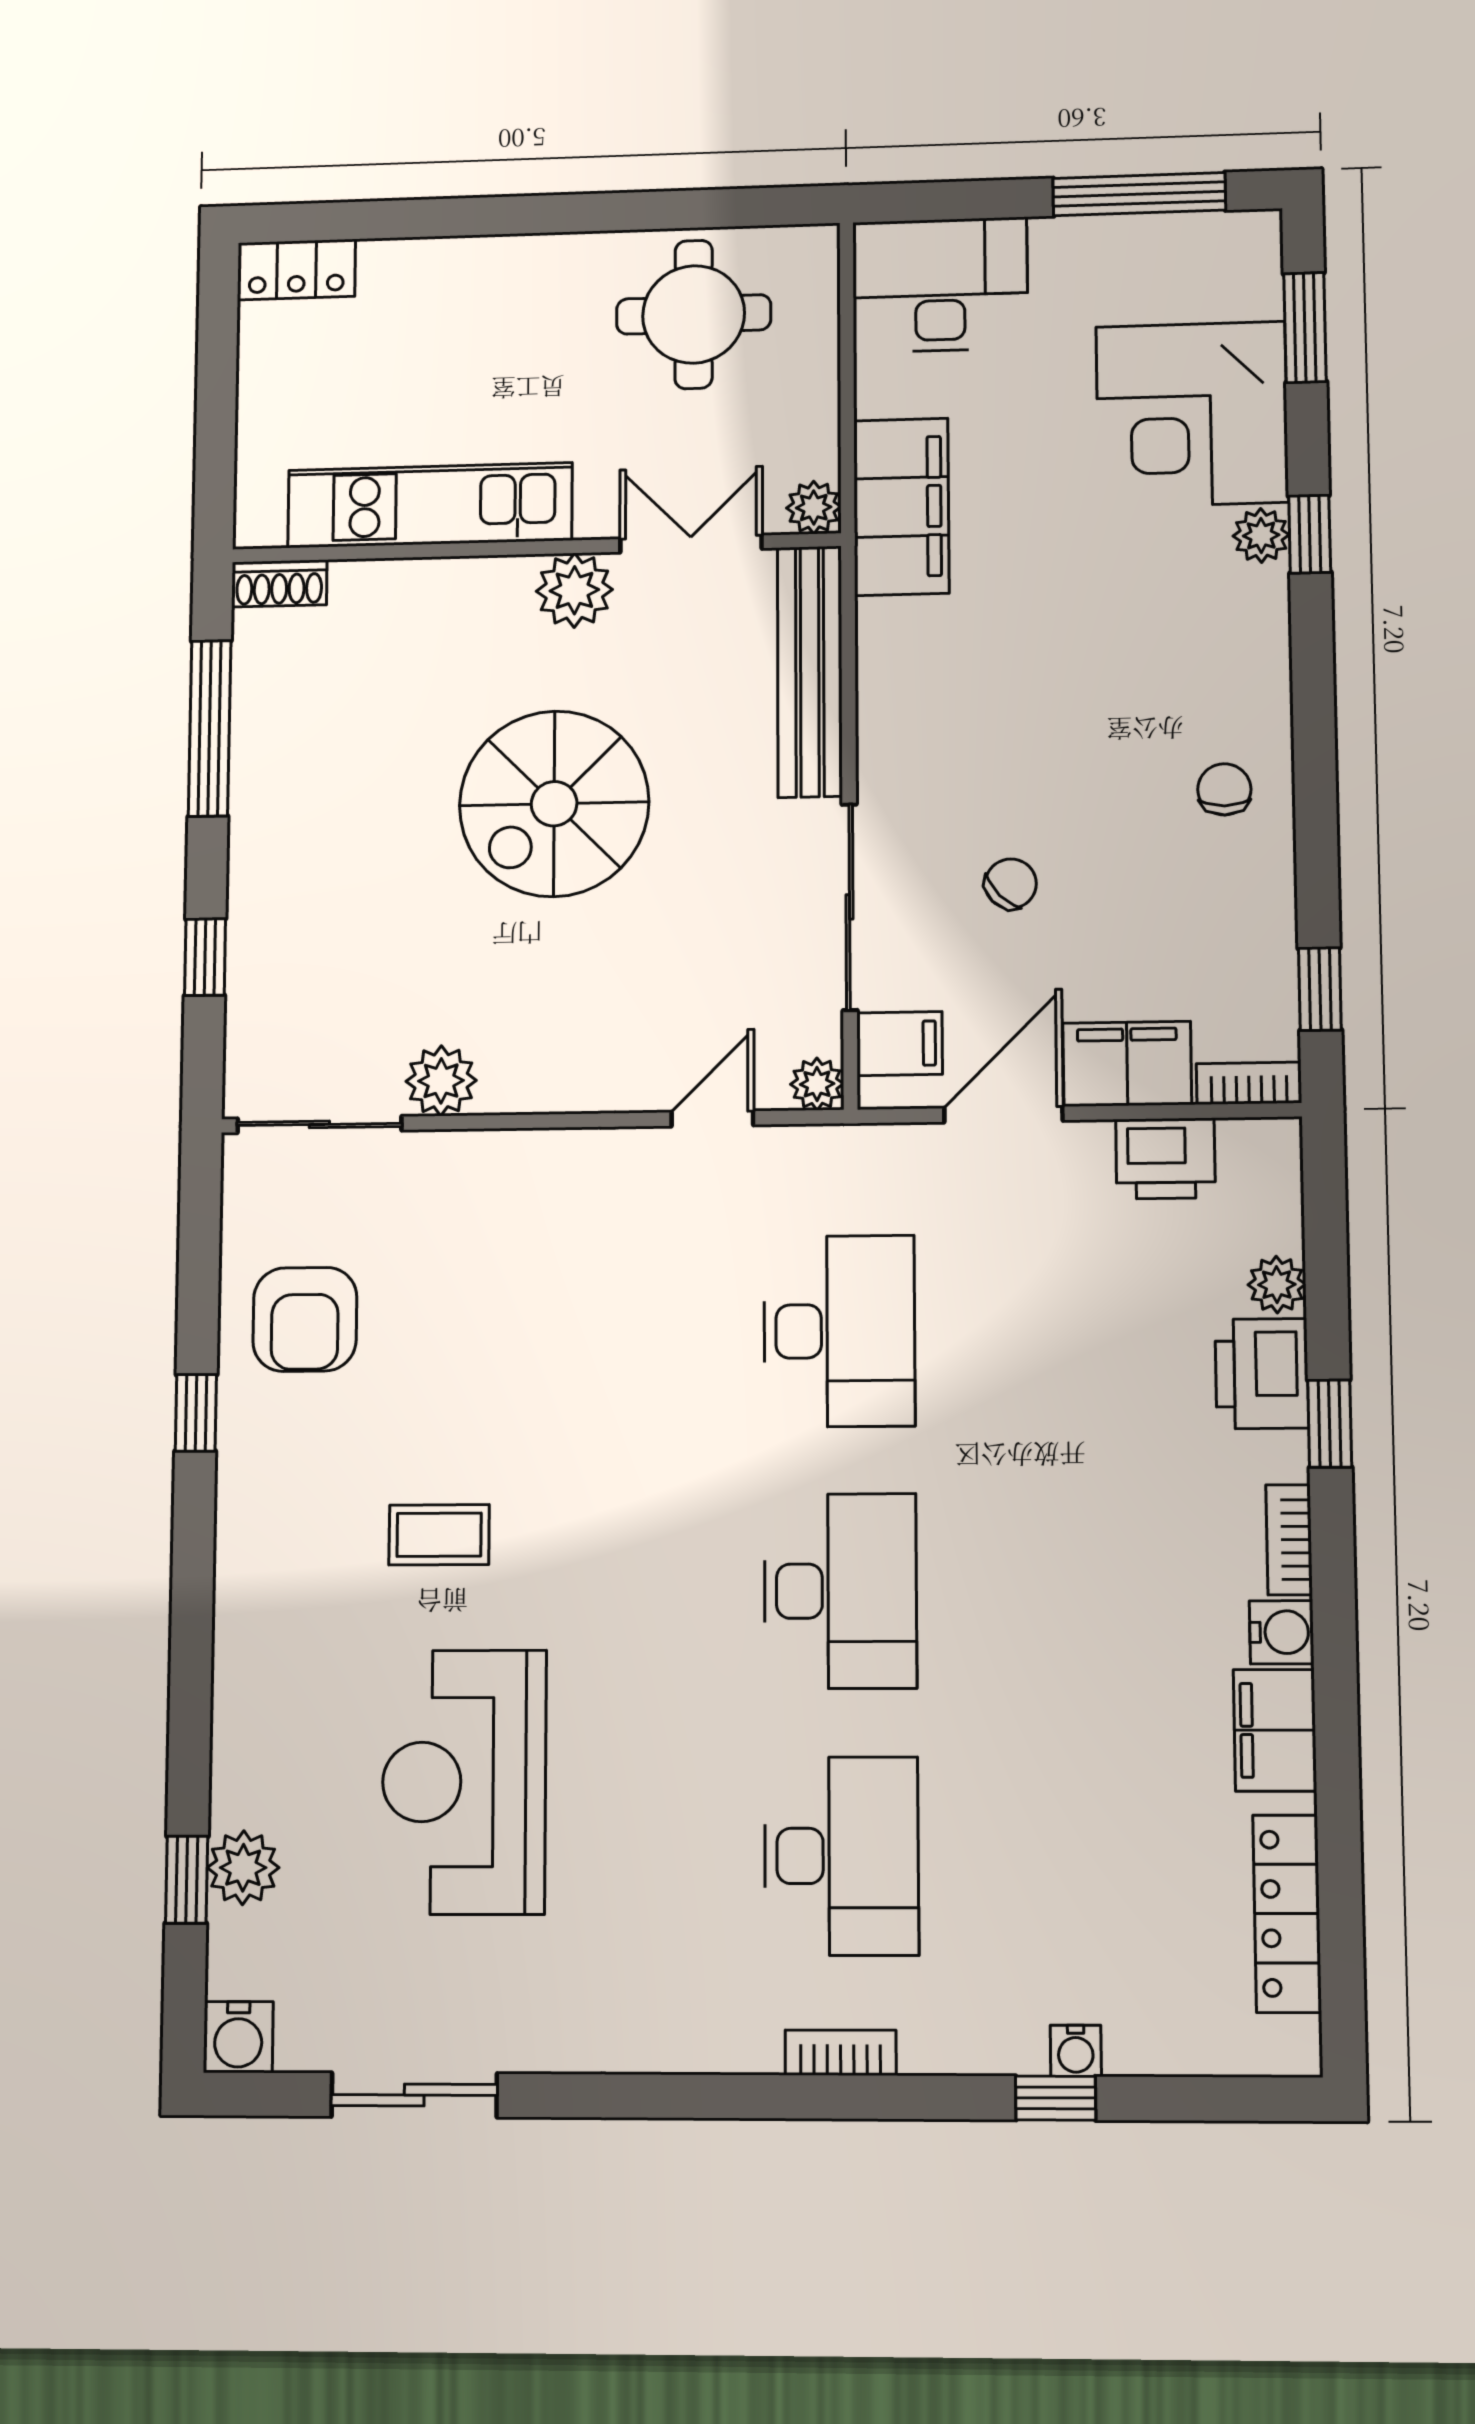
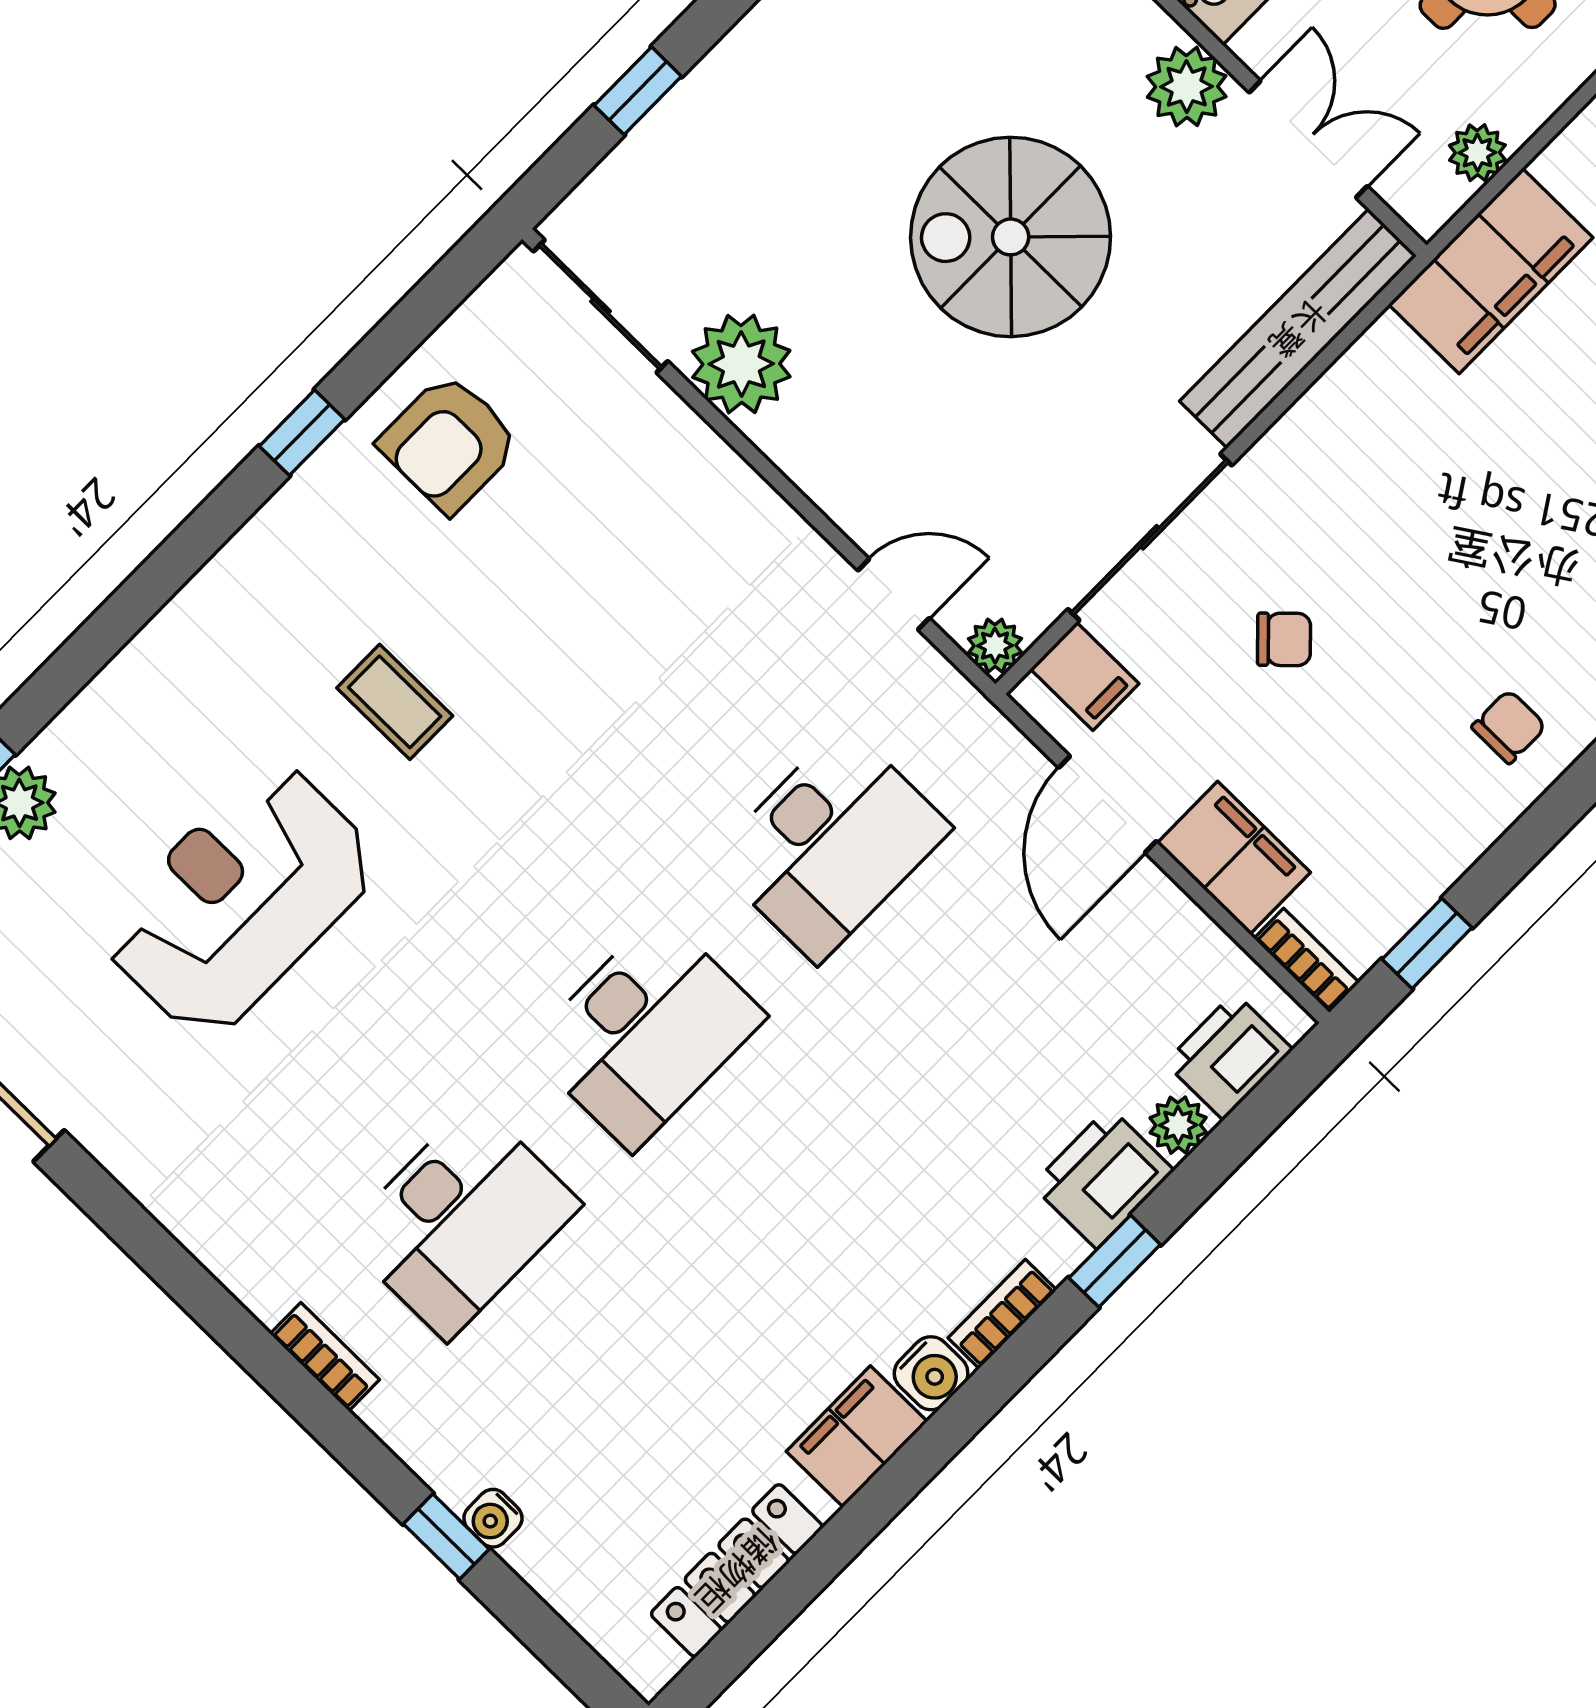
plant: (814, 507) -> (1477, 153), moved
plant: (441, 1081) -> (741, 364), width x1.36, depth x1.36
door: (1003, 1114) -> (1108, 804), swing flipped
printer: (1165, 1158) -> (1229, 1056), moved, turned 90

